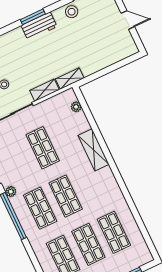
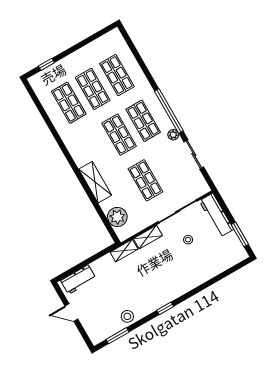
window: (33, 17) -> (165, 308), width x0.67
workbench: (39, 26) -> (78, 280), moved, turned 180
plant: (76, 107) -> (117, 217), width x1.87, depth x1.87

